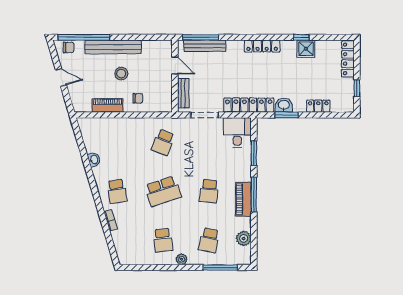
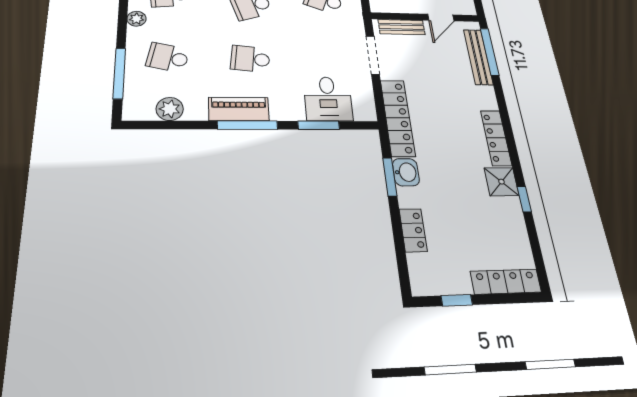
shower: (306, 49) -> (501, 182), moved
desk: (237, 133) -> (328, 99), moved, turned 90

